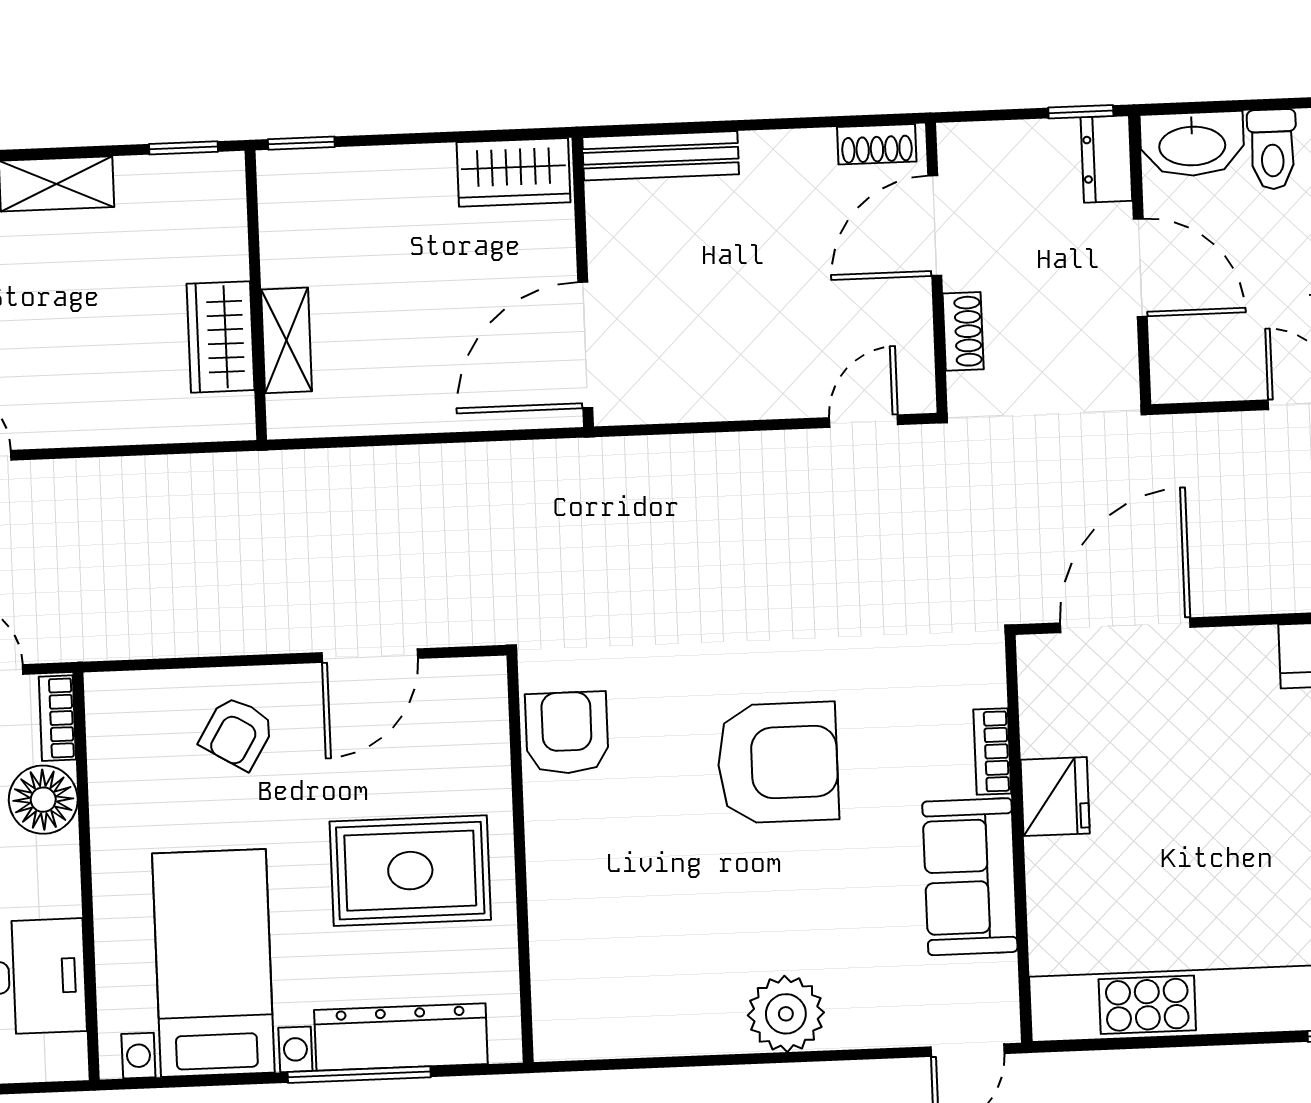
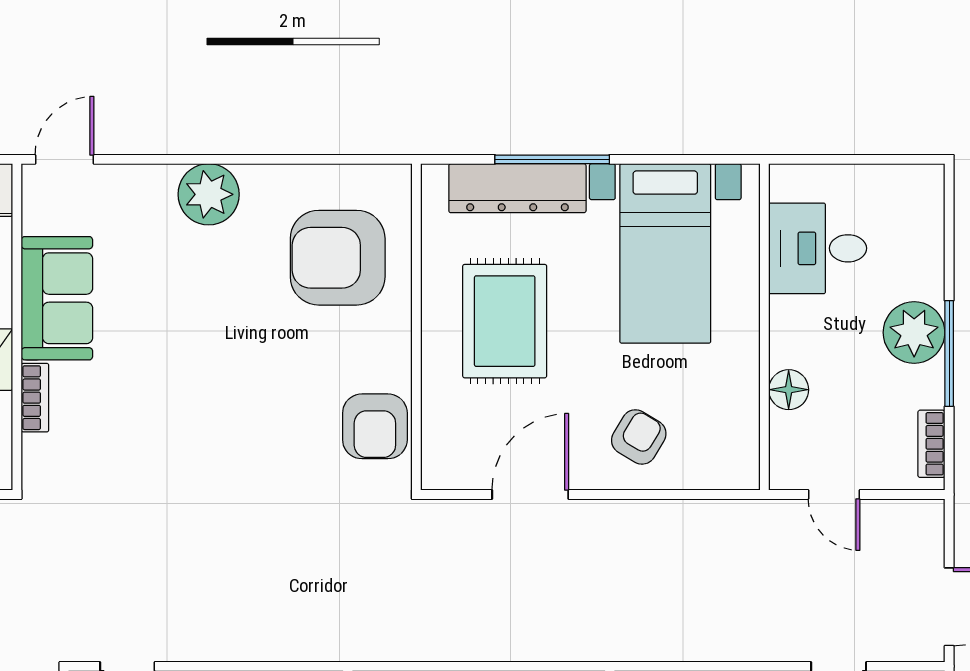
bookcase: (57, 718) -> (782, 454), removed
armchair: (778, 763) -> (338, 258), moved
floor lamp: (43, 800) -> (789, 390), width x0.73, depth x0.73
rug: (410, 871) -> (505, 321), turned 90

